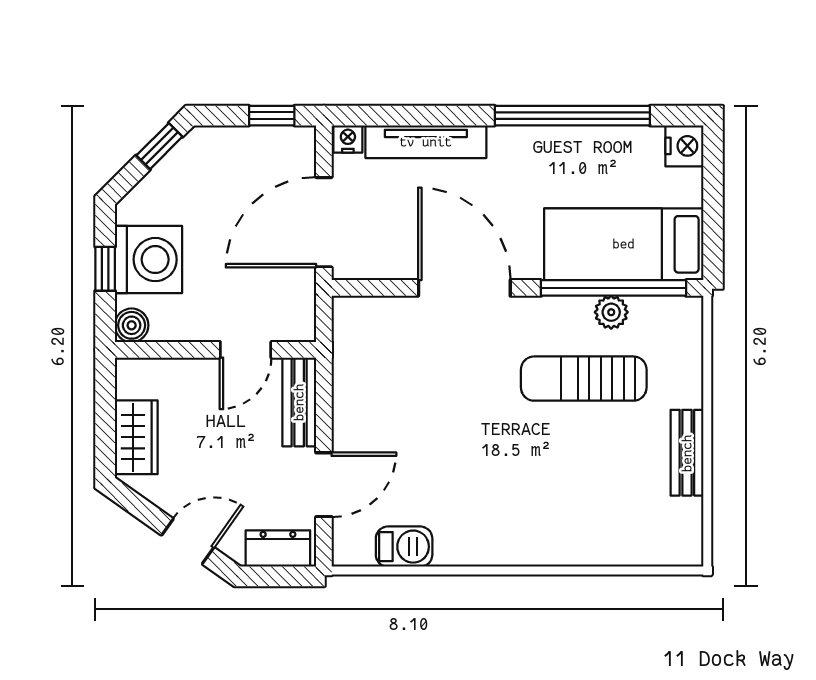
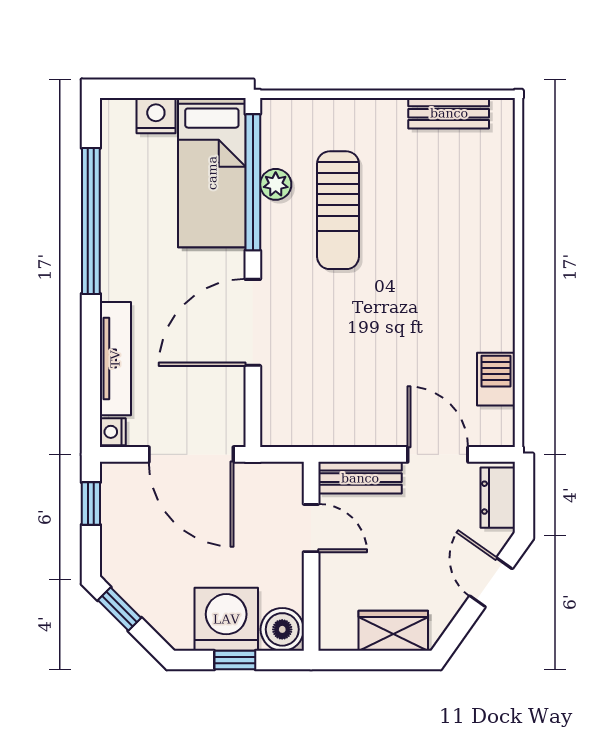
nightstand: (684, 146) -> (156, 116), moved
boiler: (132, 325) -> (282, 629), width x1.36, depth x1.36
bench: (687, 453) -> (449, 113), moved

